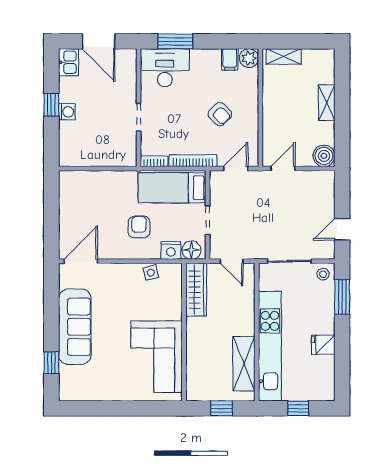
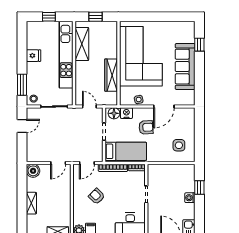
window: (51, 105) -> (199, 188), moved
side table: (85, 198) -> (179, 145), added
armchair: (139, 227) -> (146, 127), turned -94
door: (81, 261) -> (164, 107), moved
wardrobe: (196, 290) -> (111, 75), moved
corner sofa: (157, 357) -> (141, 56), width x1.36, depth x1.36

